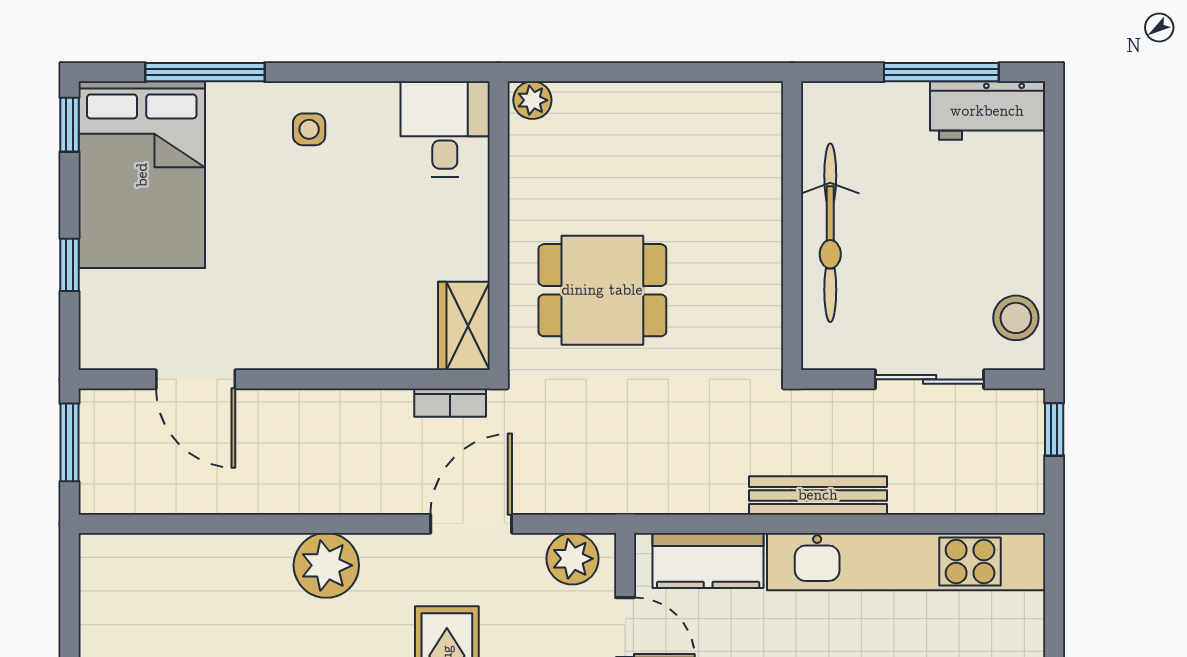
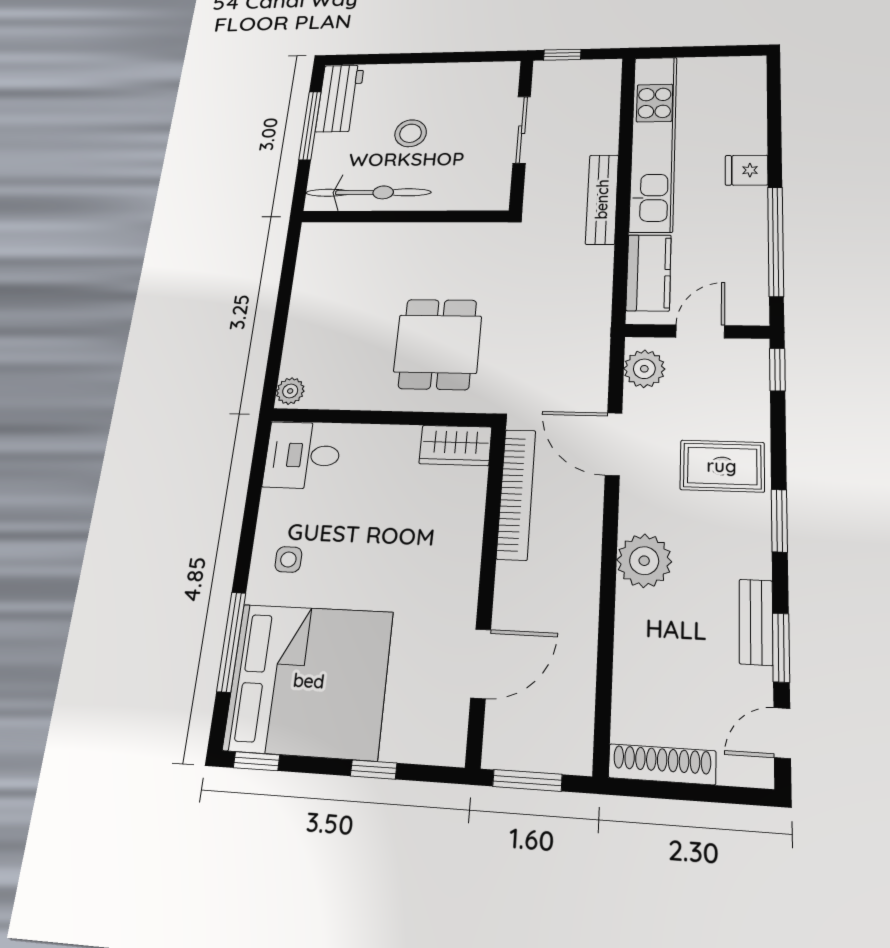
bed: (142, 175) -> (309, 681), width x1.36
bicycle: (830, 233) -> (368, 193), moved
stool: (1016, 318) -> (411, 133), moved
bookcase: (450, 403) -> (516, 494), width x2.31, depth x1.31
shoe rack: (97, 592) -> (662, 764), added

